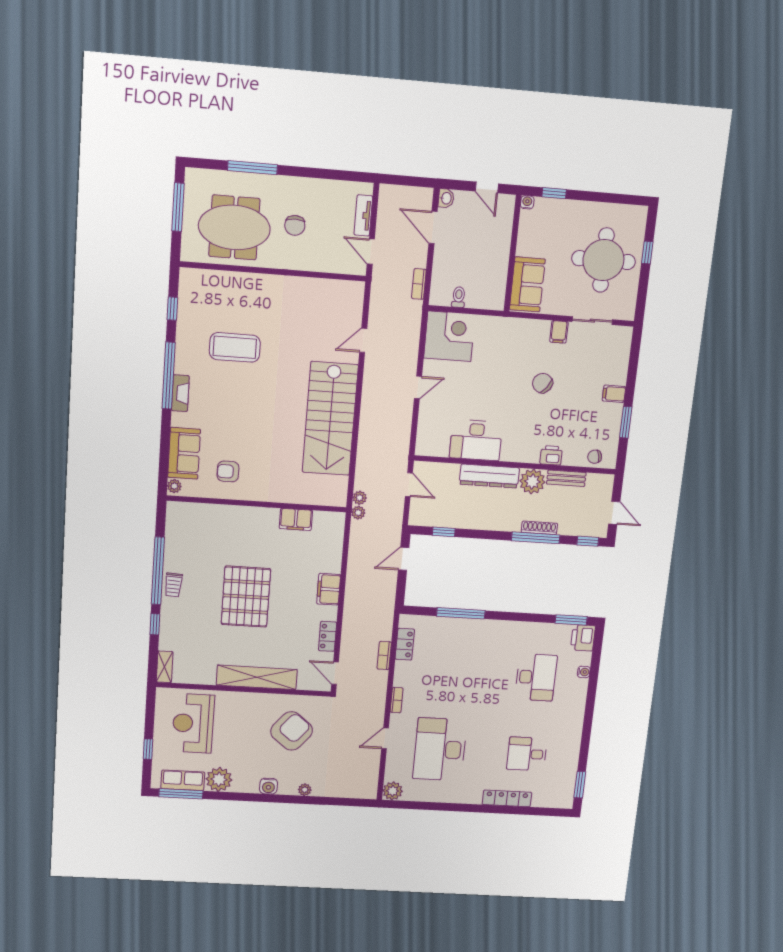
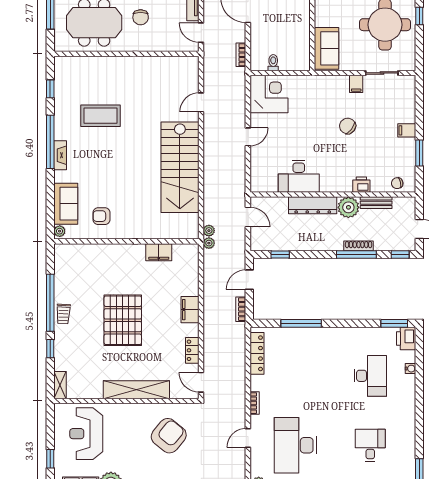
locker: (405, 644) -> (257, 353), width x1.53
bookcase: (384, 655) -> (241, 309), moved
desk: (527, 754) -> (370, 445), turned 90

